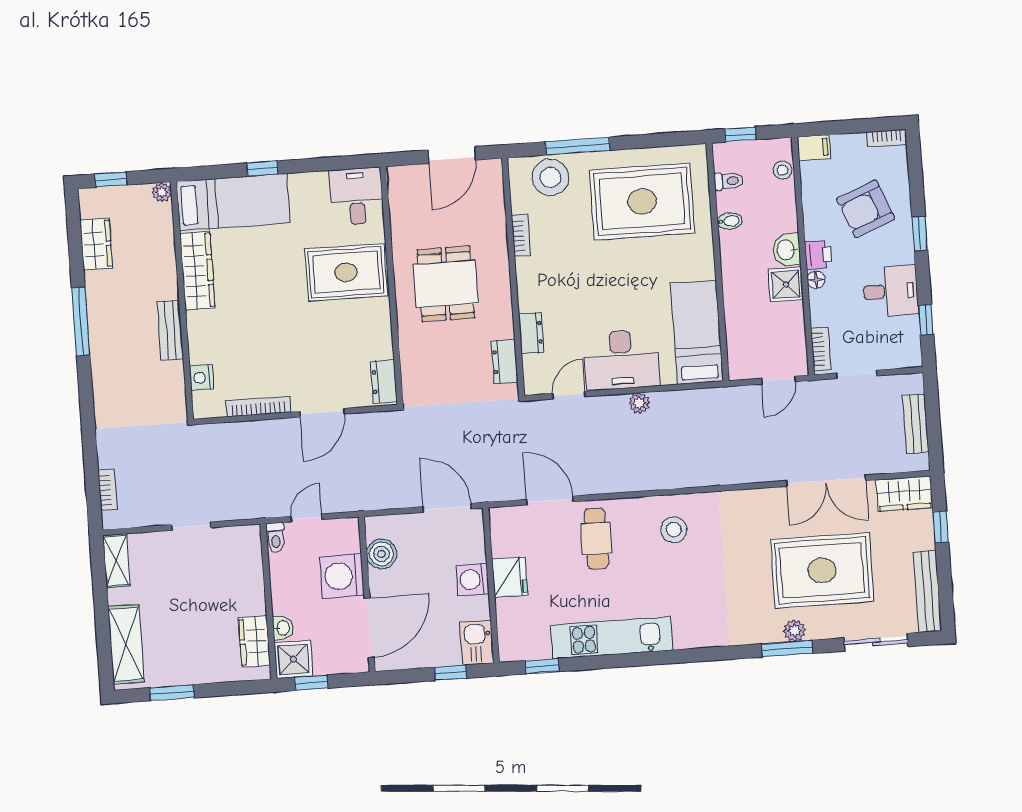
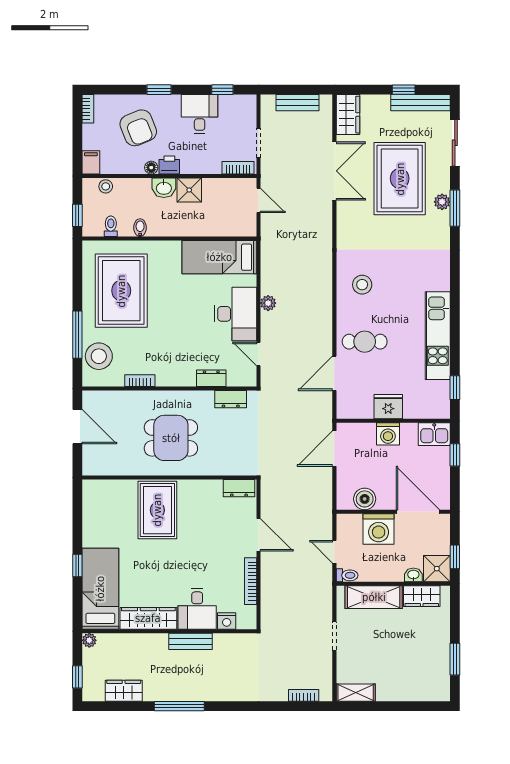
desk: (357, 196) -> (197, 609), moved, turned -90
floor lamp: (816, 280) -> (151, 168), moved
window: (941, 527) -> (404, 90), moved
shelving: (126, 644) -> (374, 597), moved

